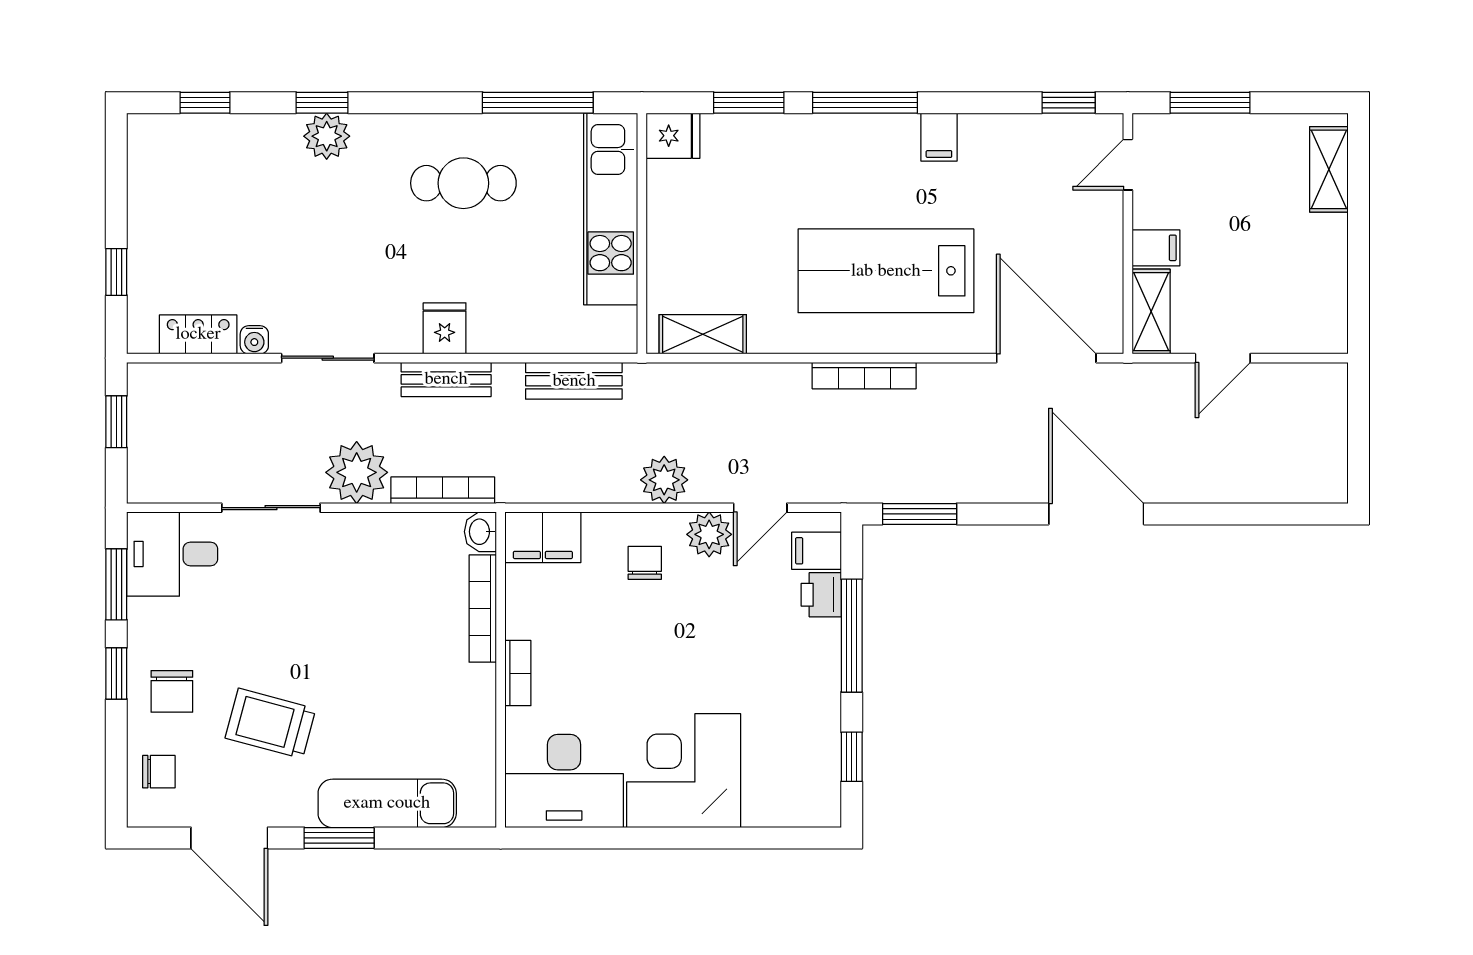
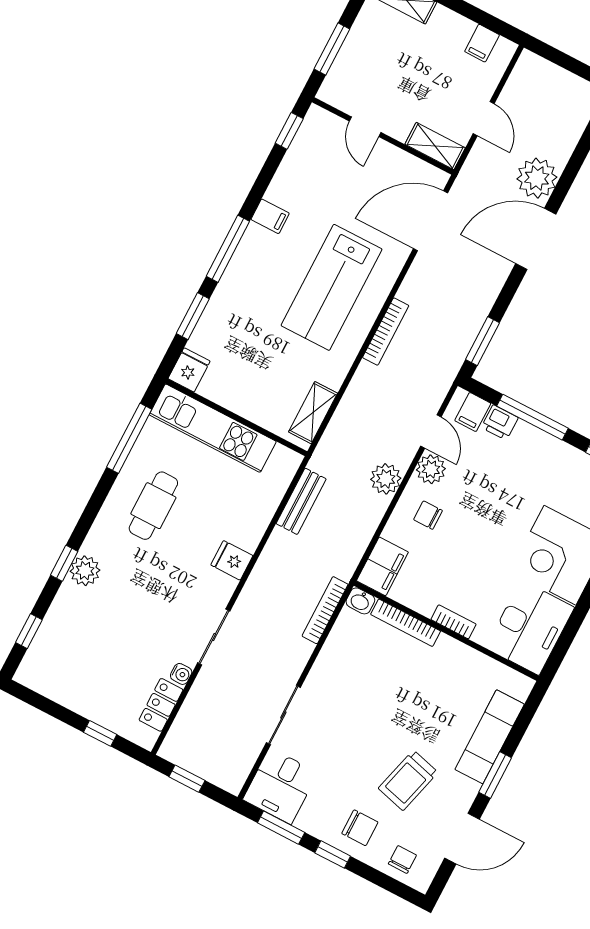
door: (1128, 165) -> (365, 127), moved
filing cabinet: (1156, 248) -> (482, 43), moved, turned 180
bench: (446, 379) -> (262, 575), removed
plant: (357, 472) -> (537, 178), moved

